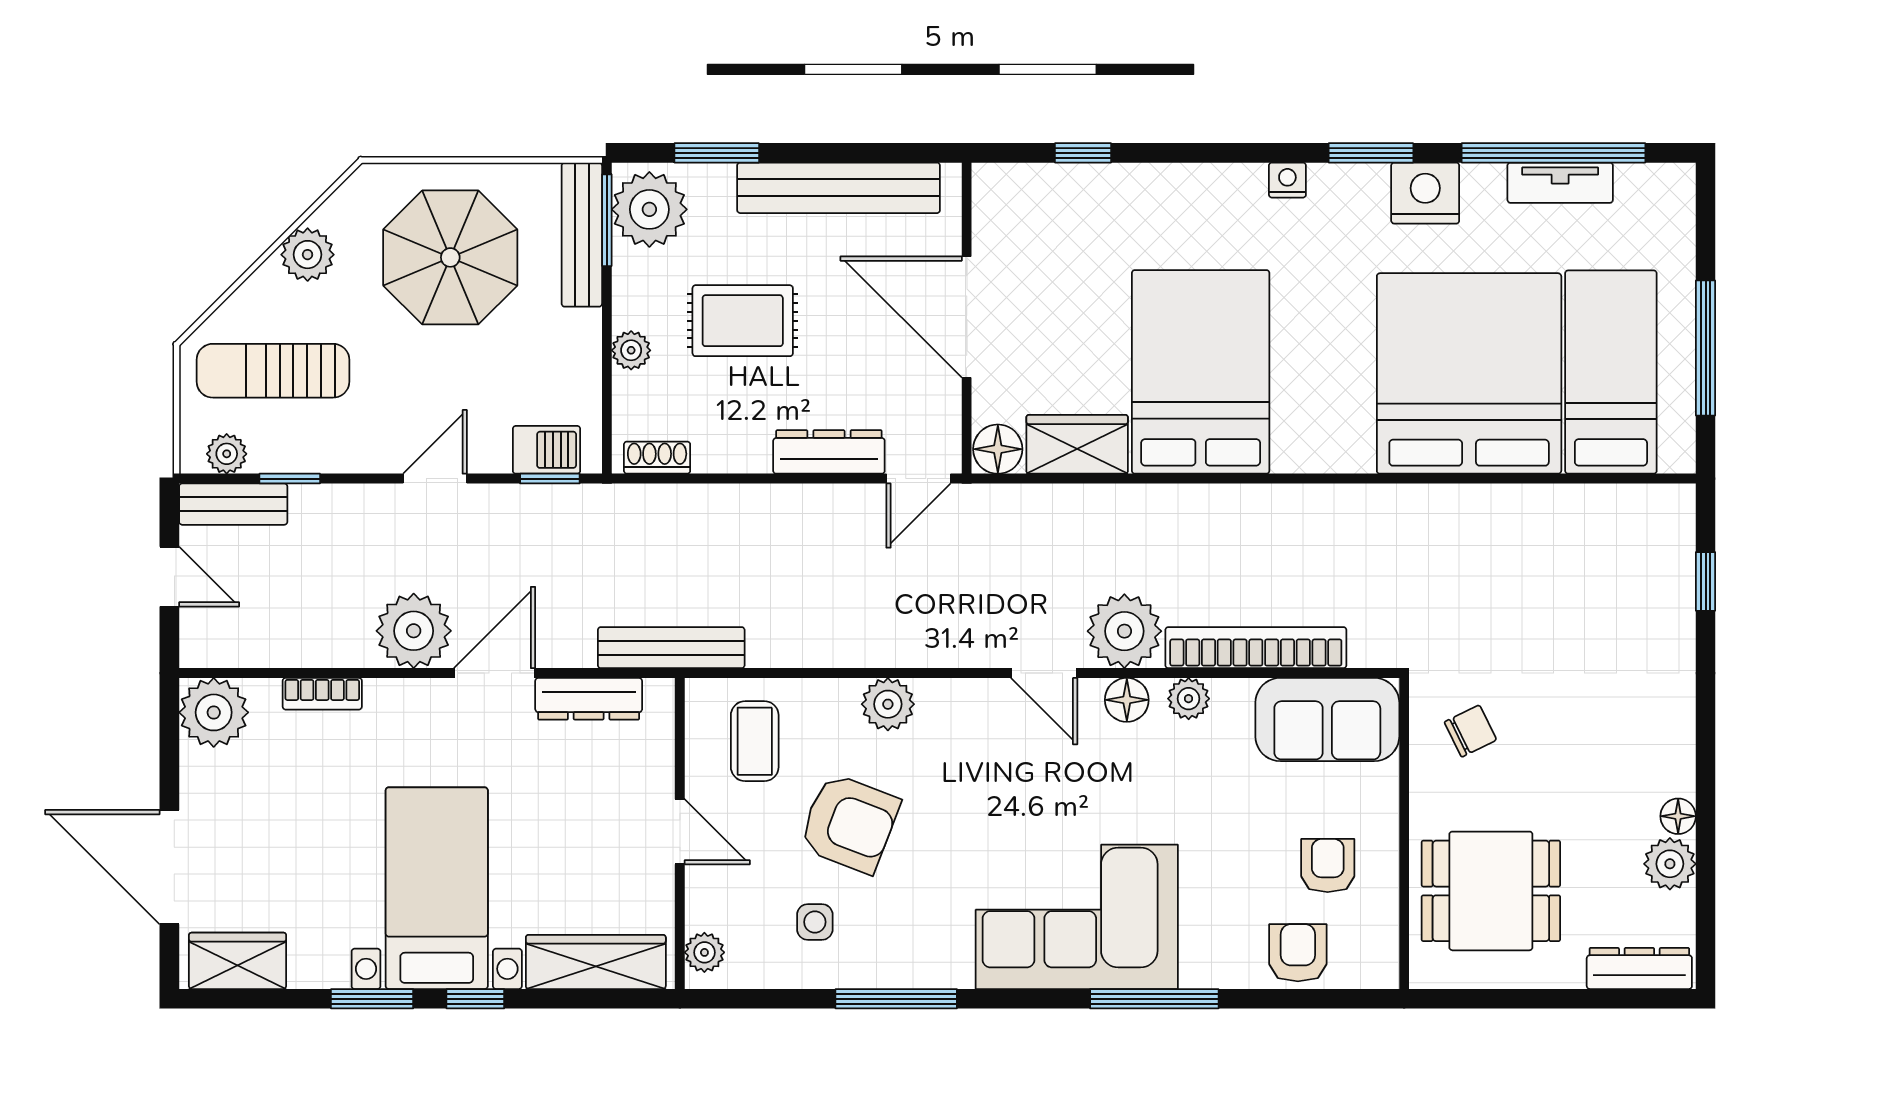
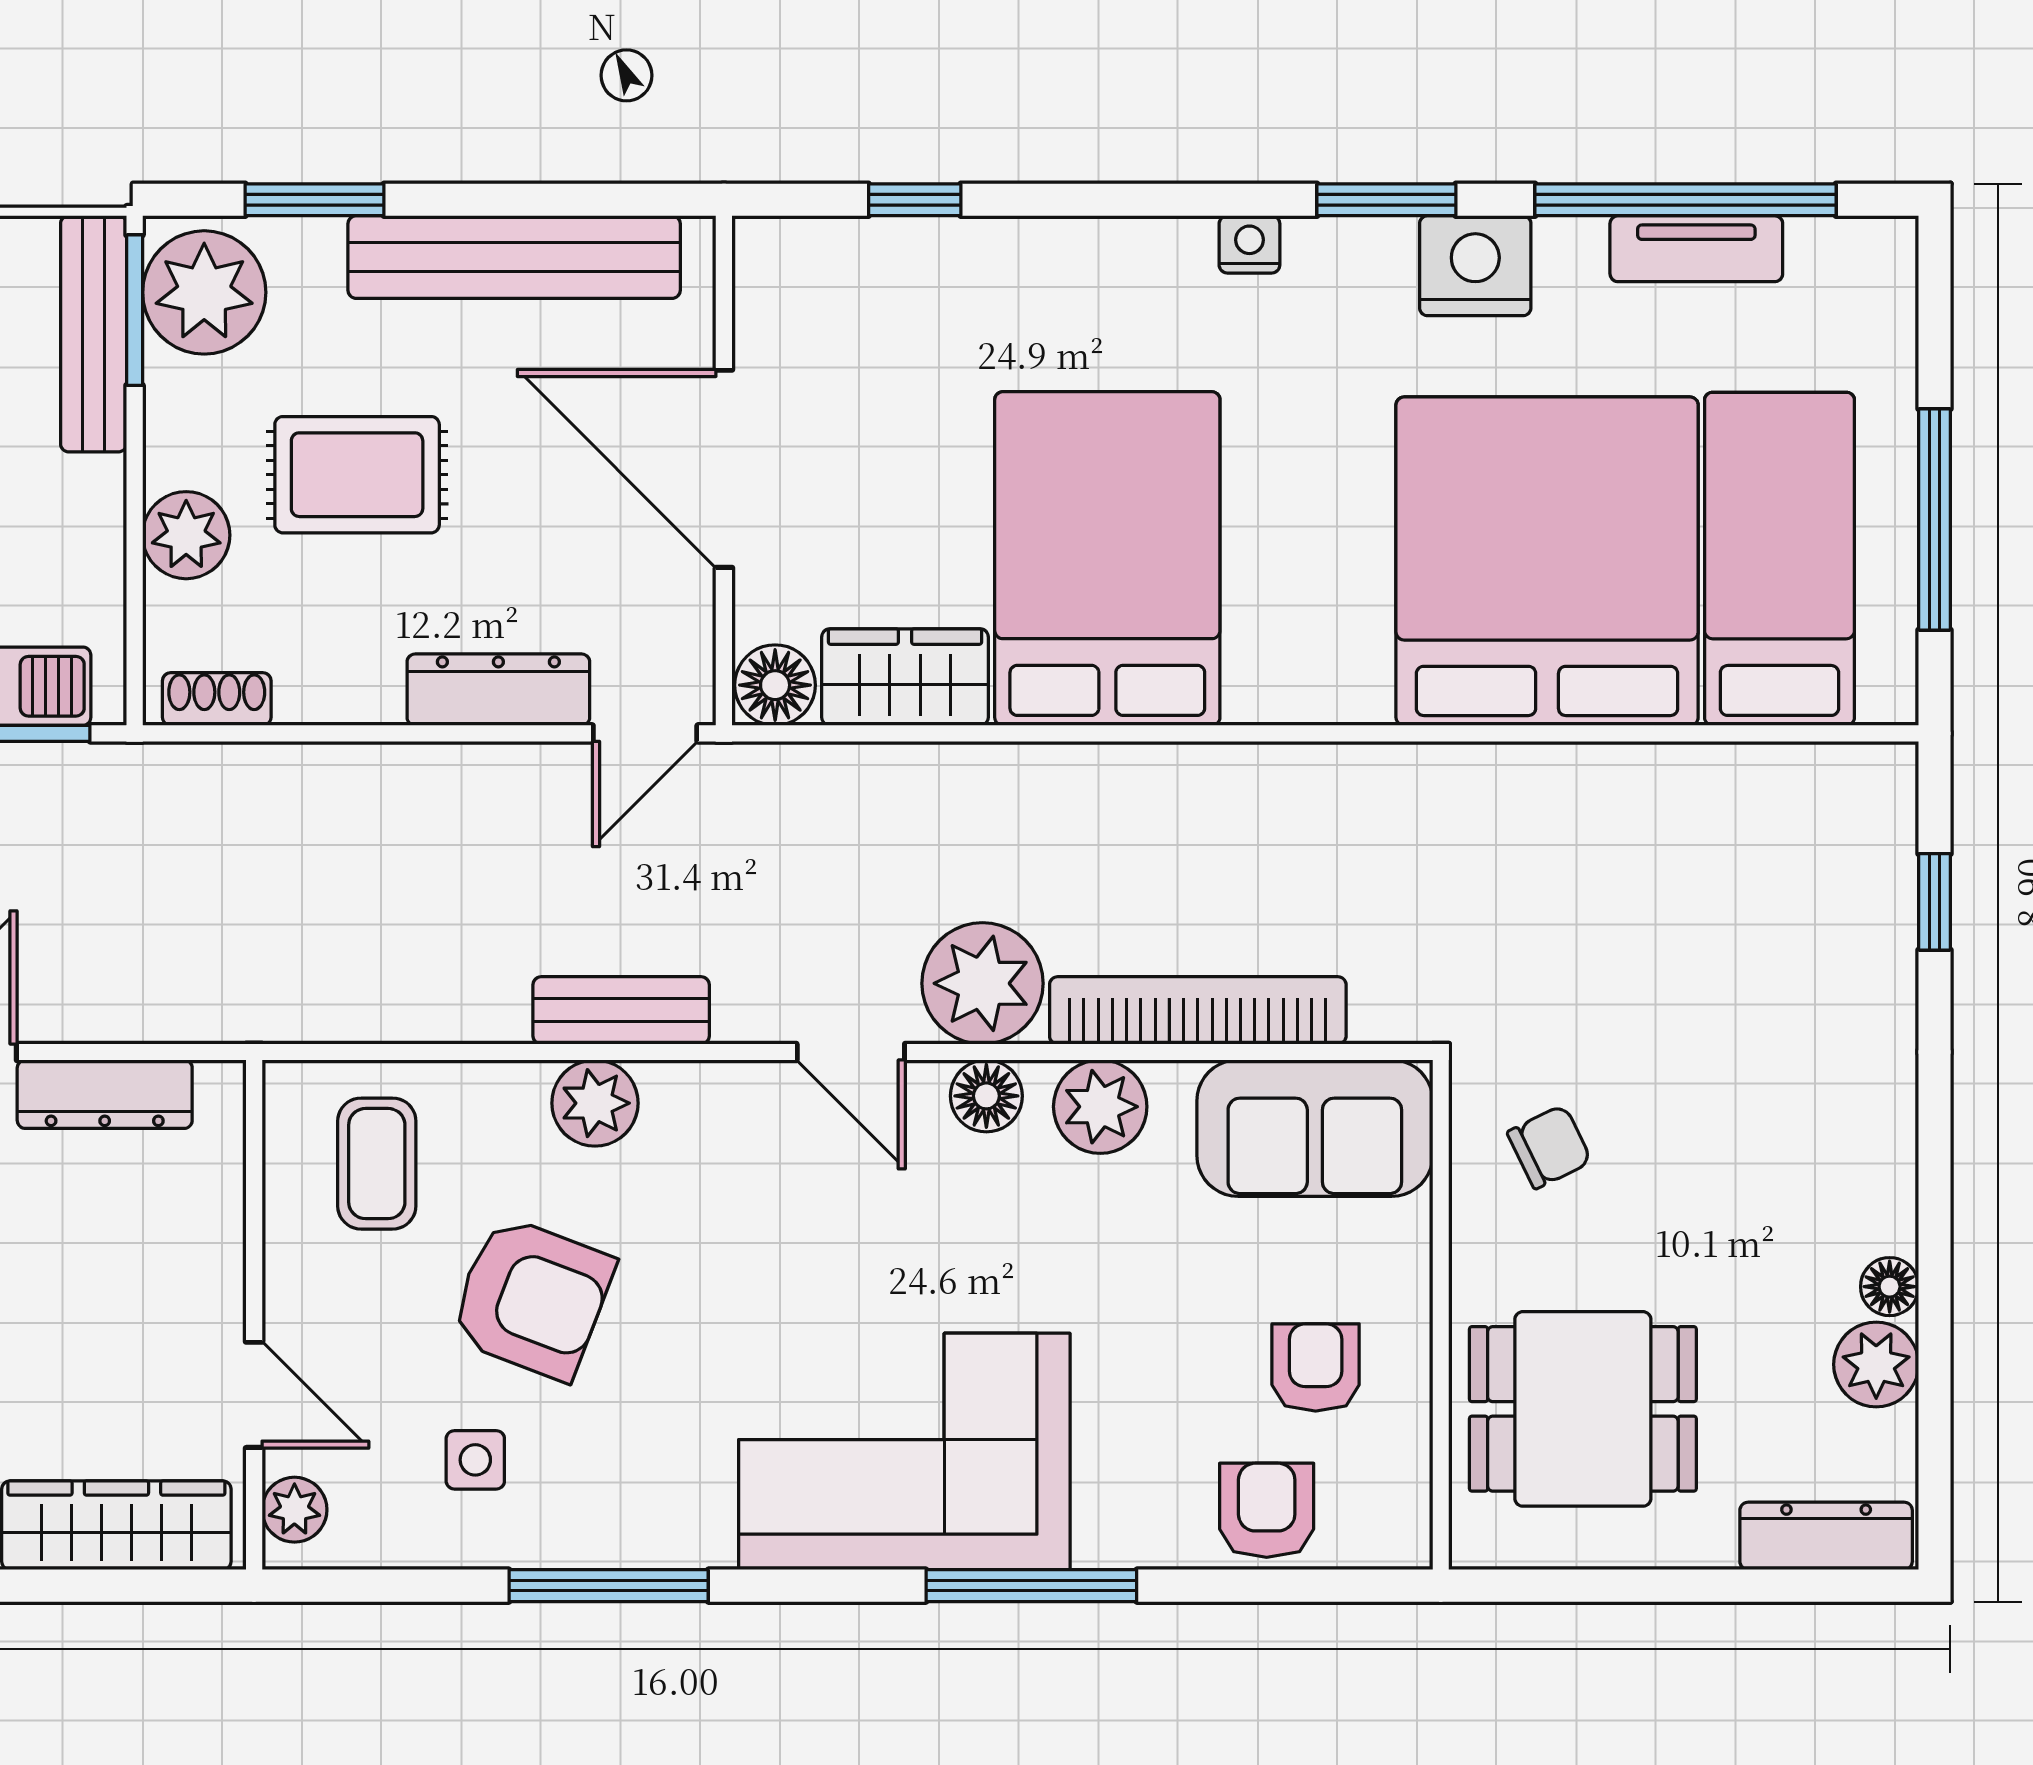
plant: (631, 350) -> (186, 535), width x1.38, depth x1.38
bench: (671, 648) -> (621, 1010), moved, width x0.73
plant: (1189, 699) -> (1100, 1107), width x1.38, depth x1.38
door: (680, 832) -> (254, 1395), moved

